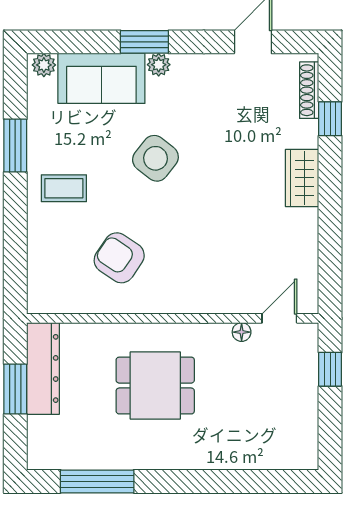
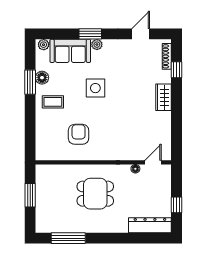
floor lamp: (41, 136) -> (42, 78), added
side table: (155, 158) -> (95, 88), turned -38
armchair: (119, 258) -> (79, 134), turned 56
dresser: (43, 368) -> (150, 225), moved, turned -90
window: (330, 369) -> (177, 205), moved

